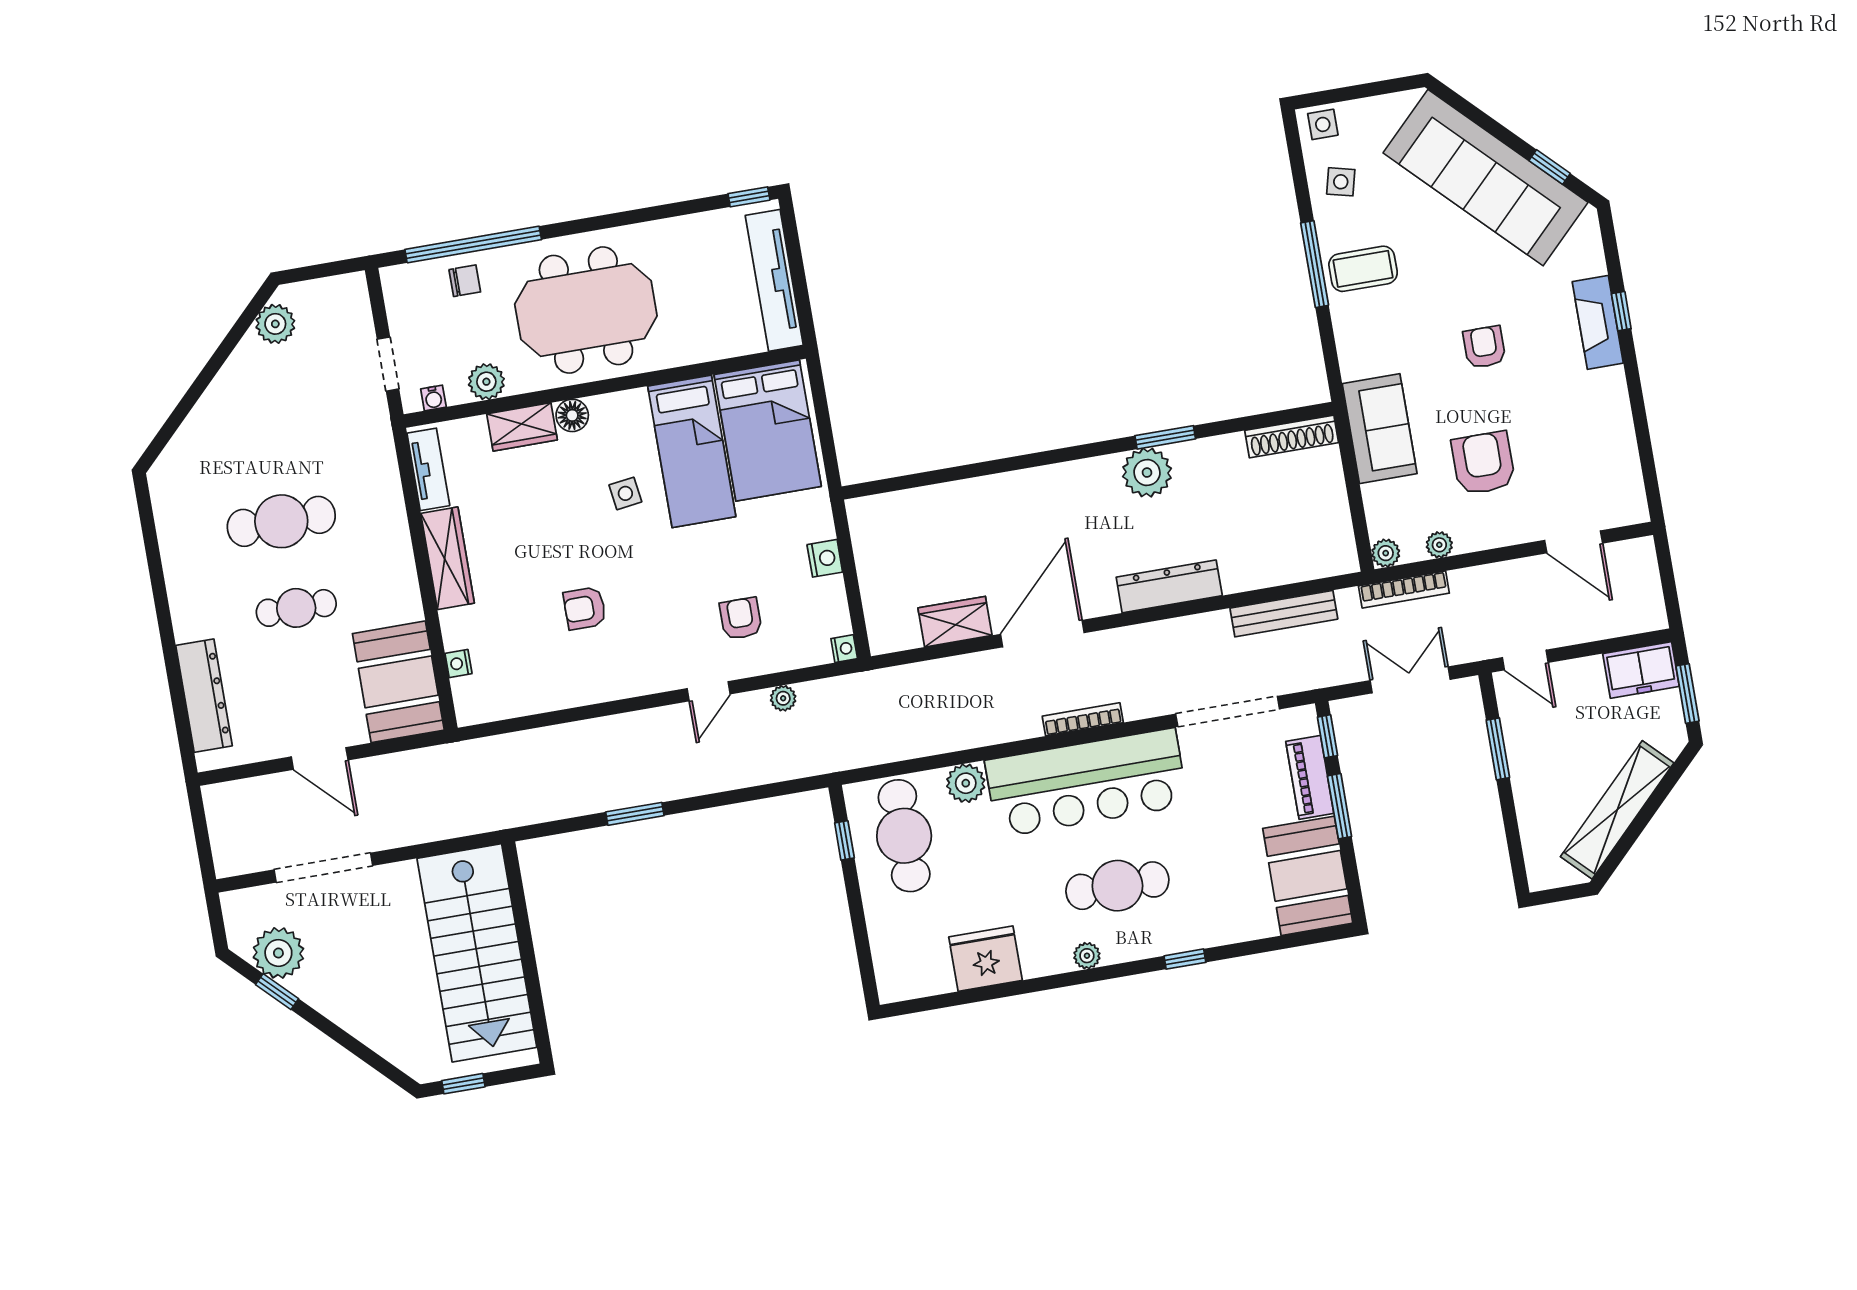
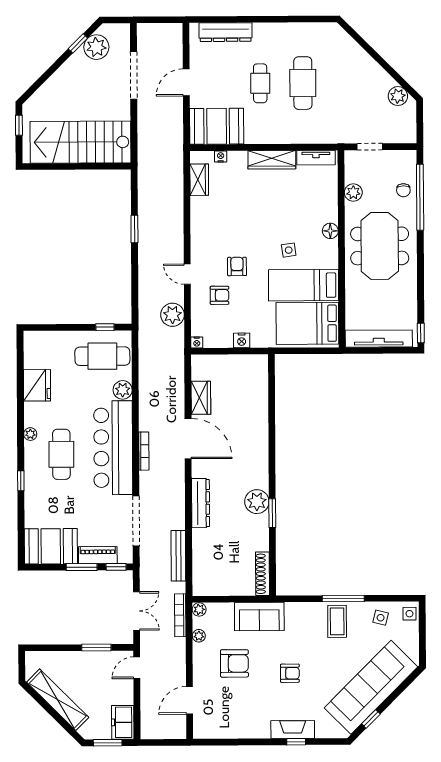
water cooler: (433, 398) -> (350, 166), removed
wardrobe: (522, 427) -> (199, 180), moved, turned 180
armchair: (585, 608) -> (237, 266), moved
plant: (783, 698) -> (172, 315), width x1.87, depth x1.87

